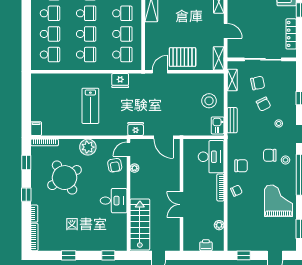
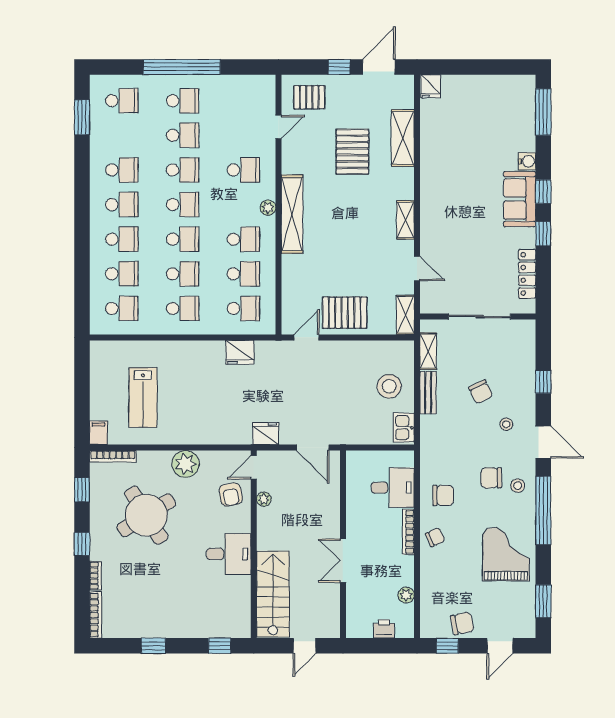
chair: (258, 83) -> (462, 623), moved
lab bench: (90, 106) -> (143, 397), moved
bench: (232, 120) -> (428, 393), moved
desk: (211, 157) -> (393, 488), width x0.73

